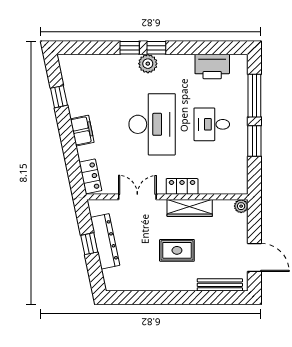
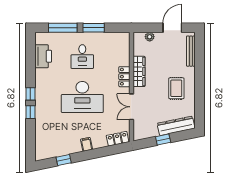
plant: (148, 64) -> (41, 100), removed
desk: (152, 124) -> (82, 97), turned 180
filing cabinet: (82, 131) -> (87, 144), width x0.50
plant: (241, 206) -> (150, 37), moved
dresser: (105, 241) -> (176, 126), moved
rug: (177, 250) -> (176, 88), moved

